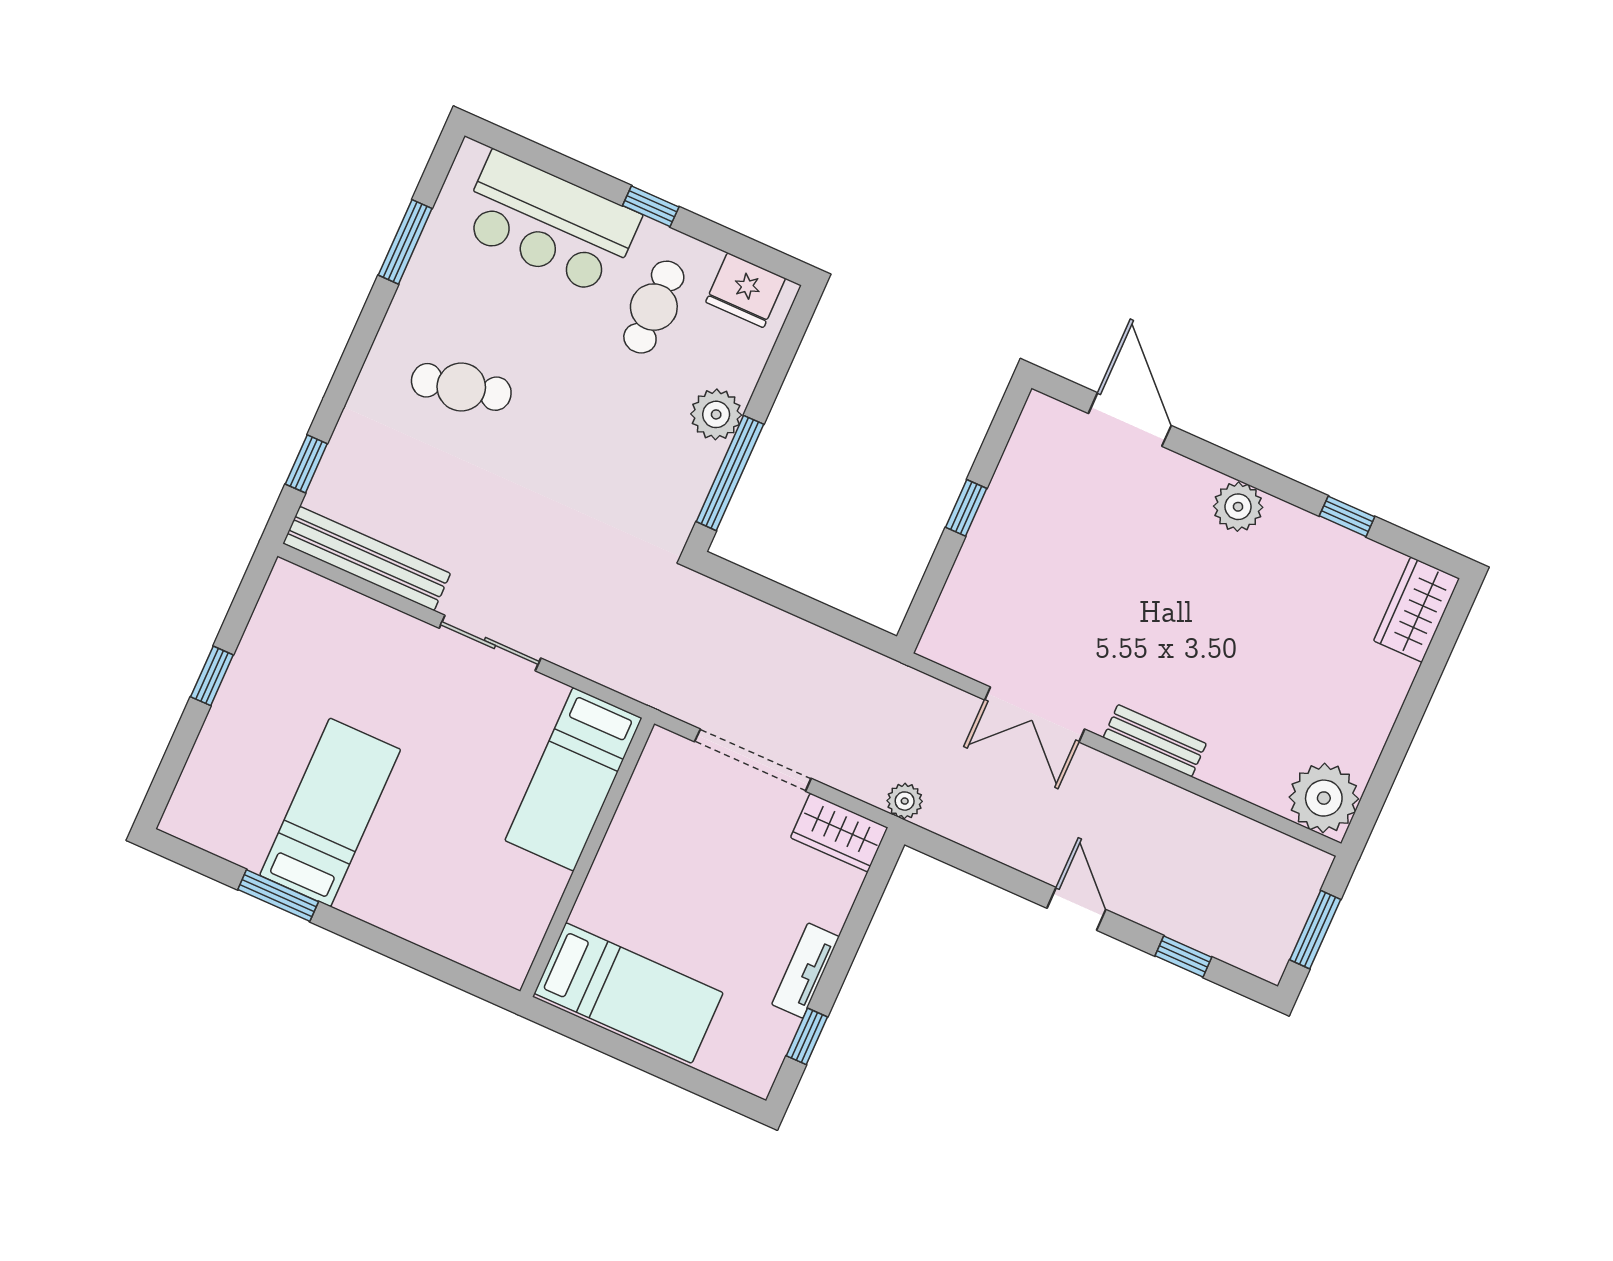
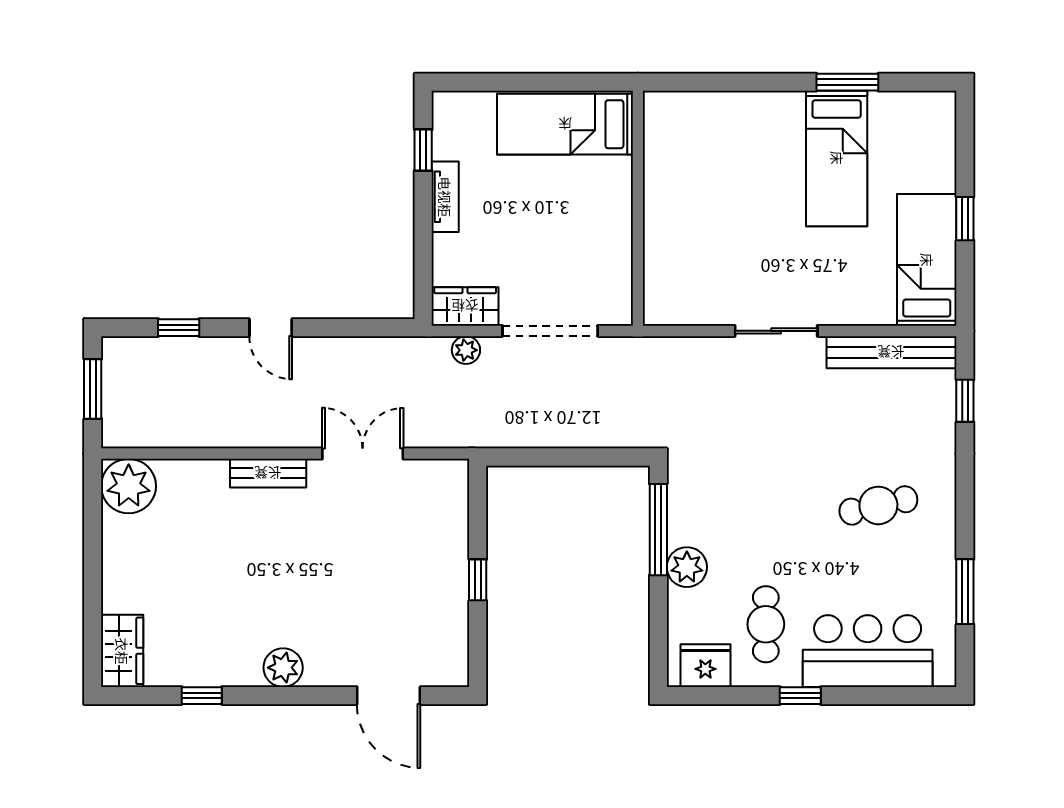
bed: (573, 779) -> (927, 260), moved
plant: (905, 801) -> (466, 350), moved

